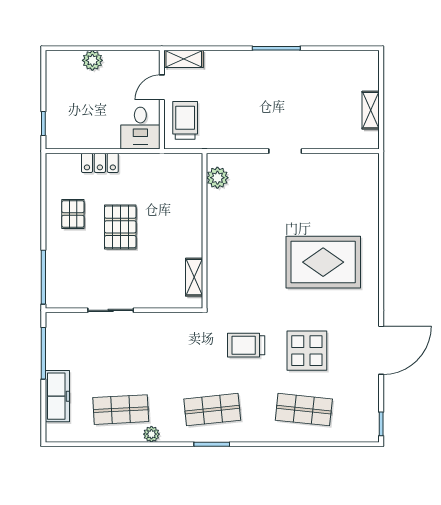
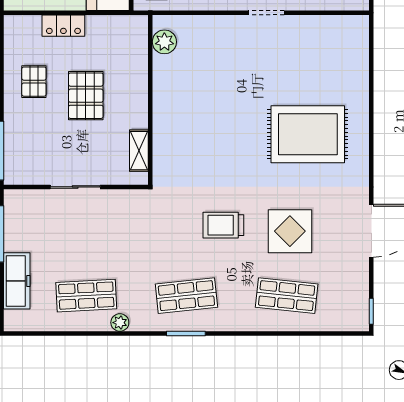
plant: (217, 178) -> (164, 42), moved
wall: (205, 231) -> (150, 100), moved
shelving: (194, 277) -> (139, 151), moved

